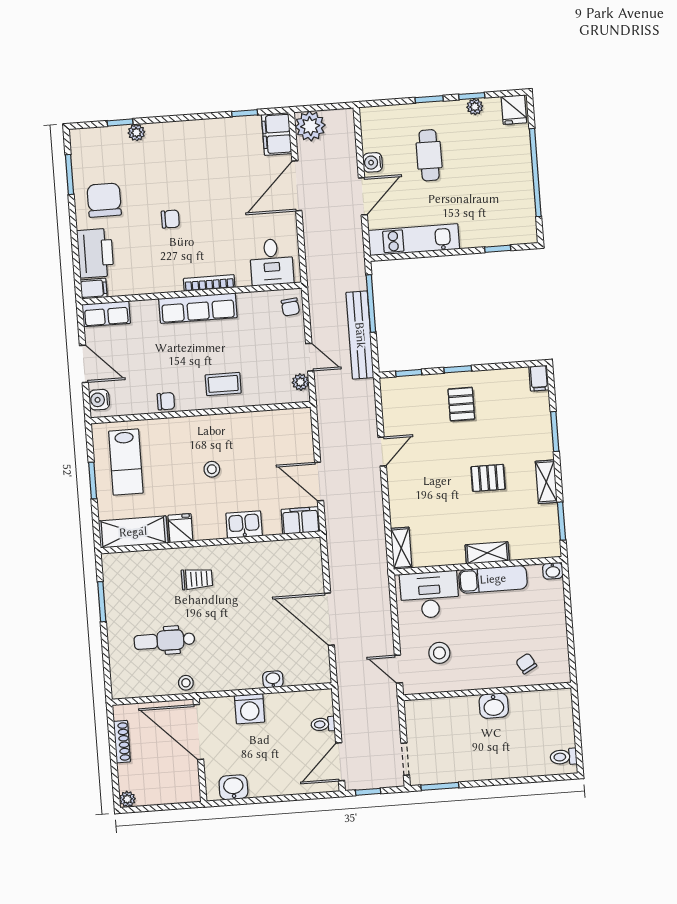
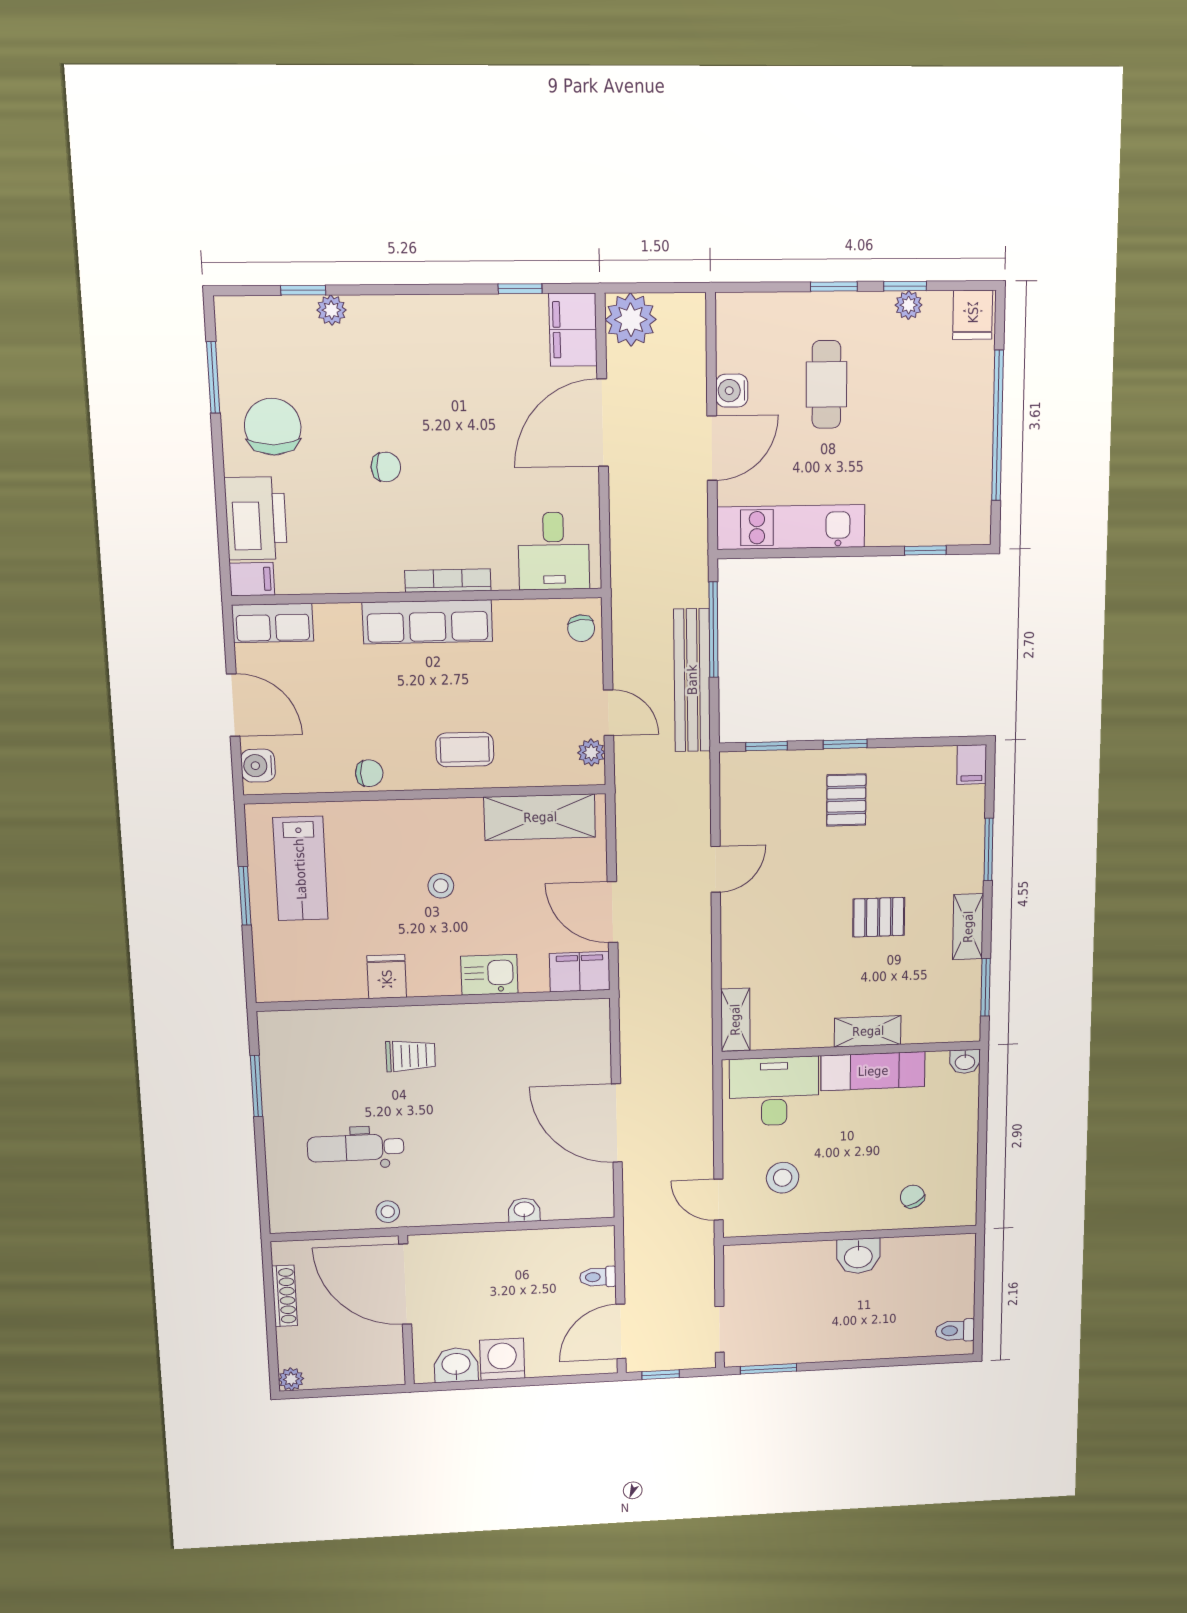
shelving: (133, 532) -> (540, 817), moved
washing machine: (250, 709) -> (502, 1359), moved, turned 180

